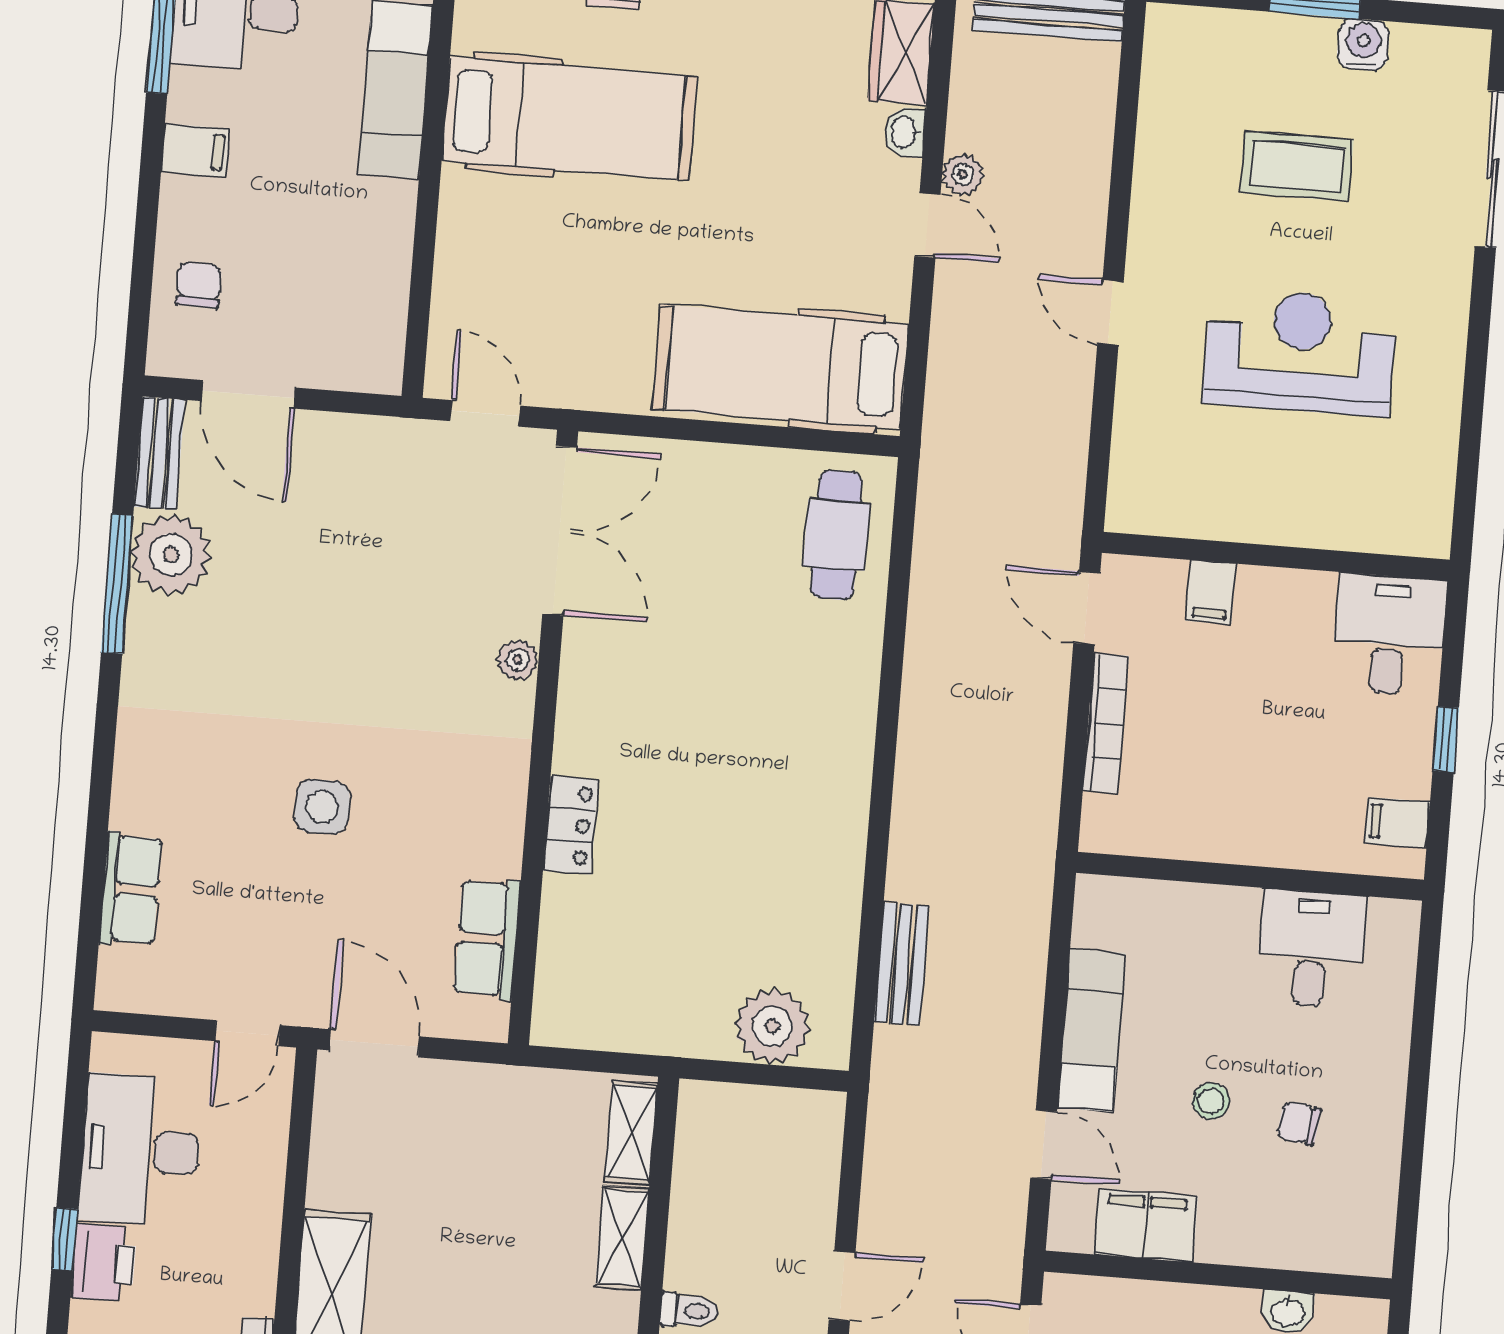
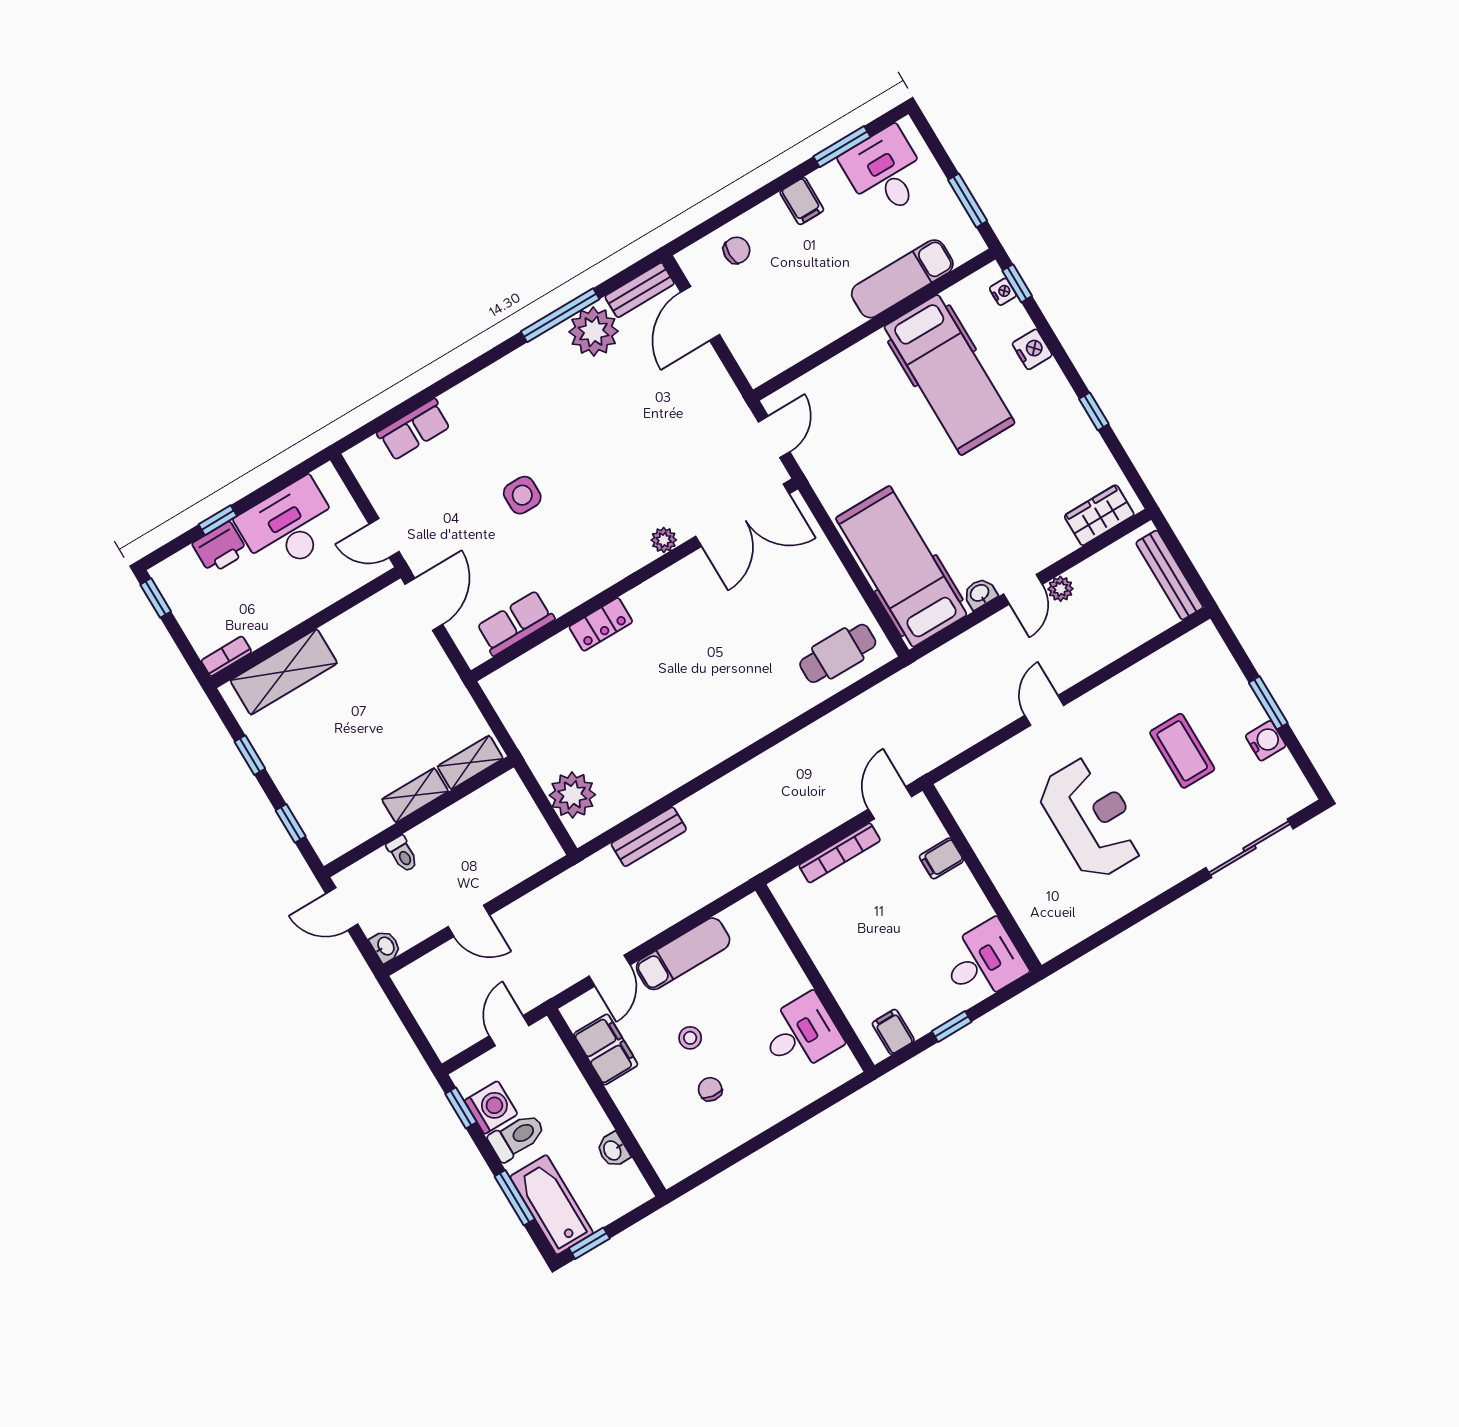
washbasin: (905, 132) -> (980, 593), moved

